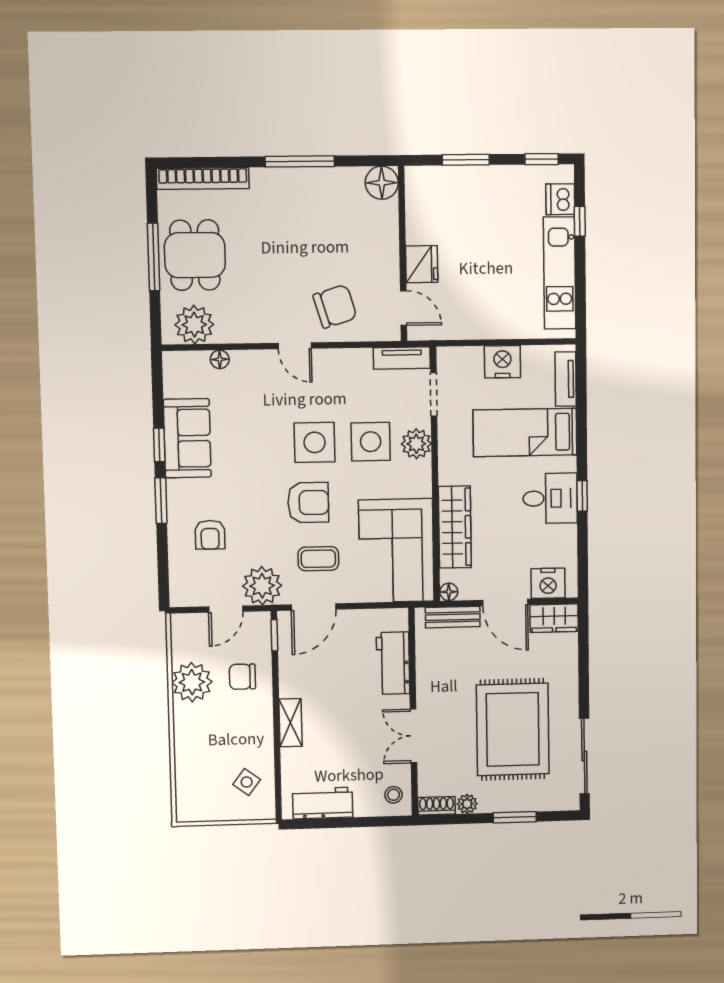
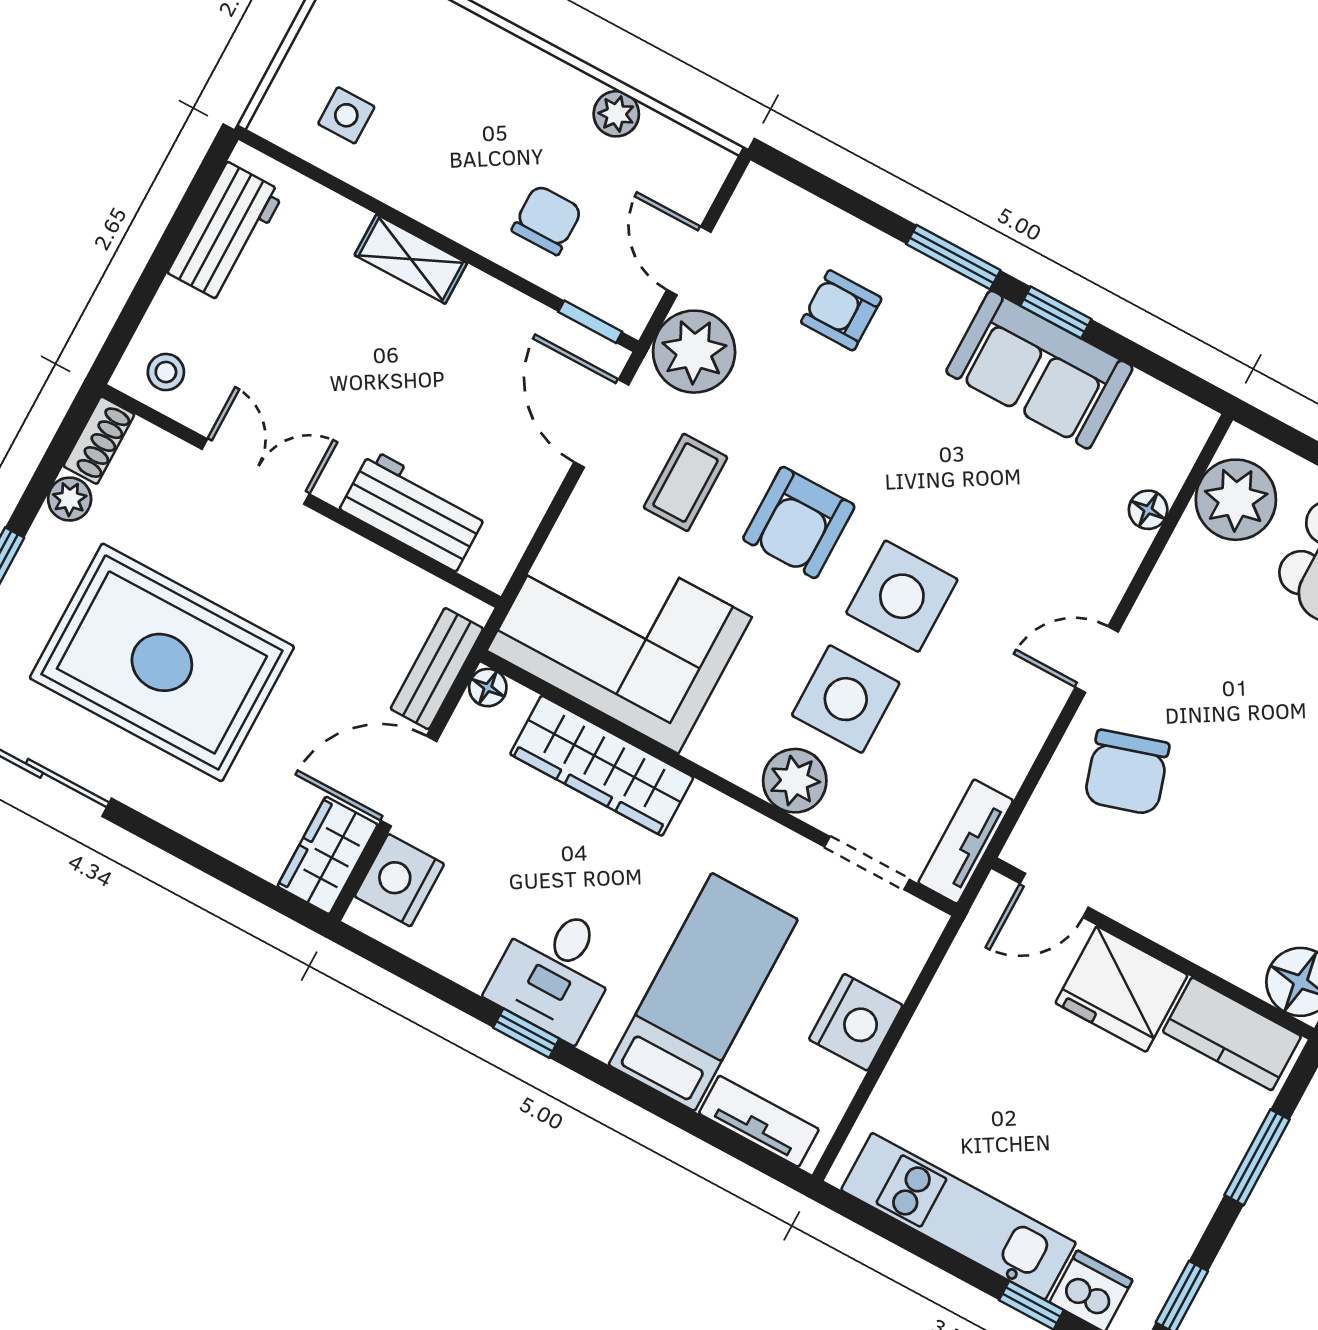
kitchen counter: (420, 200) -> (1232, 1034), added
fridge: (422, 264) -> (1122, 989), width x1.36, depth x1.34
plant: (192, 682) -> (616, 114), width x0.53, depth x0.53
side table: (247, 782) -> (346, 115), turned -37

